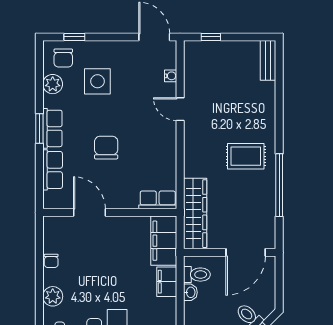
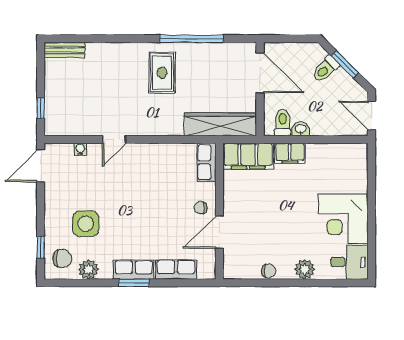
chair: (106, 148) -> (201, 208), moved, width x0.54, depth x0.54

